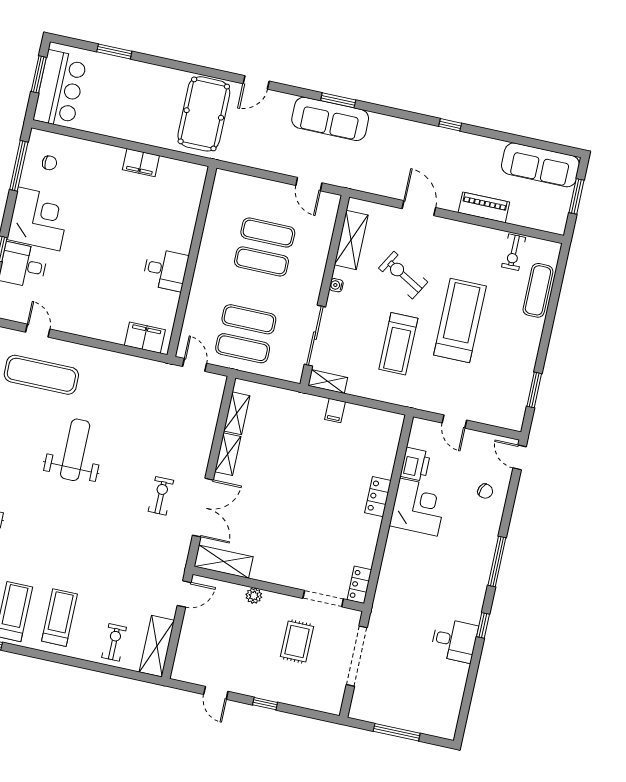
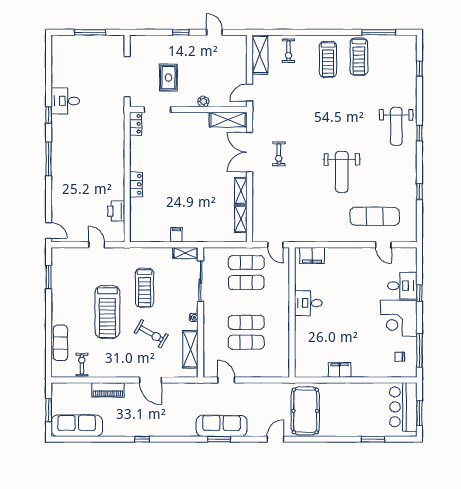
treadmill: (398, 344) -> (145, 288), turned 180
chair: (485, 491) -> (66, 203), removed
corner desk: (418, 507) -> (108, 183), removed

